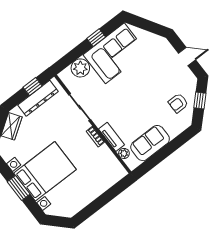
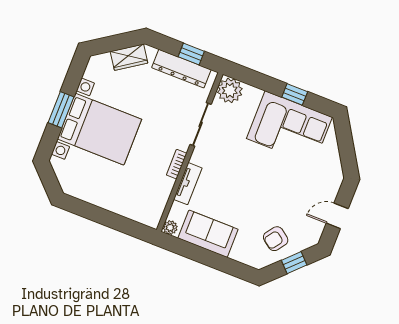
door: (187, 56) -> (337, 216), swing flipped
plant: (80, 68) -> (230, 90), moved
armchair: (178, 103) -> (276, 239), turned -54
plant: (124, 153) -> (170, 228), moved

